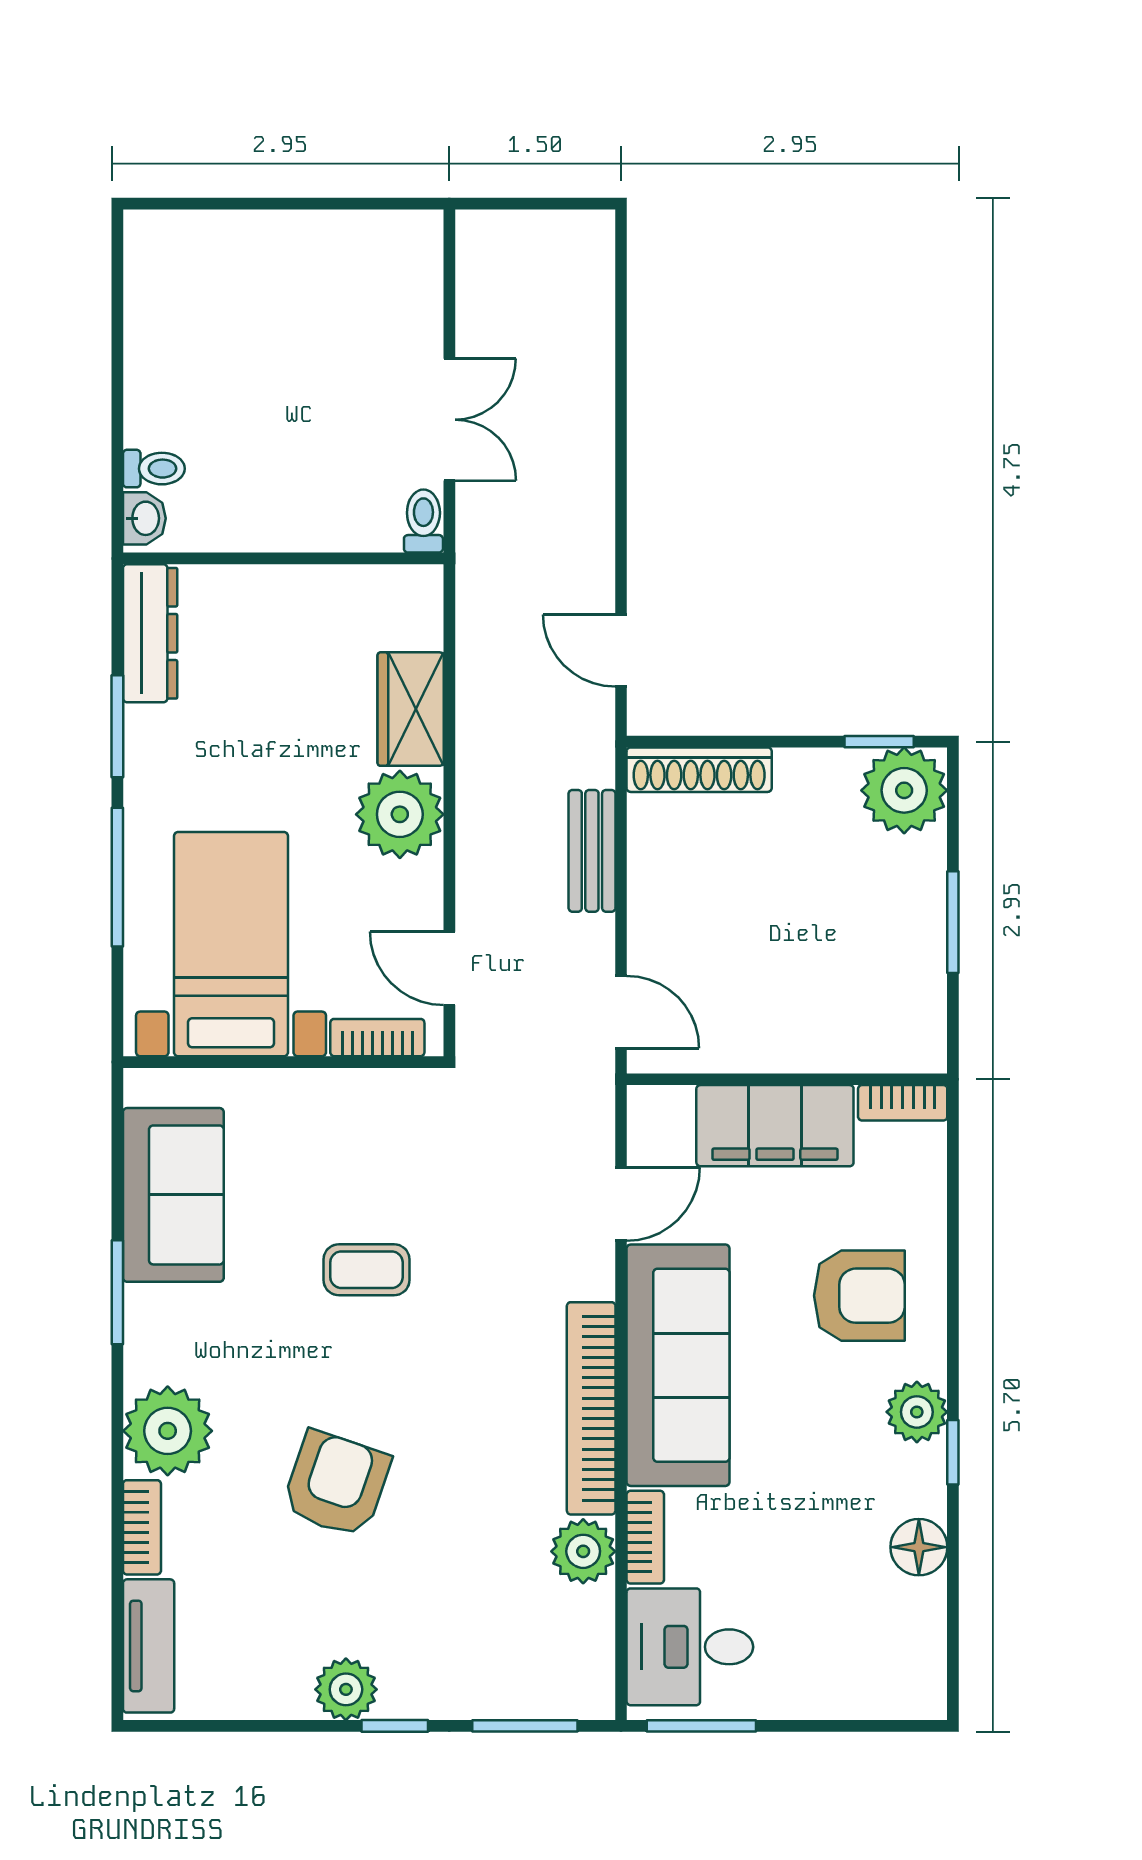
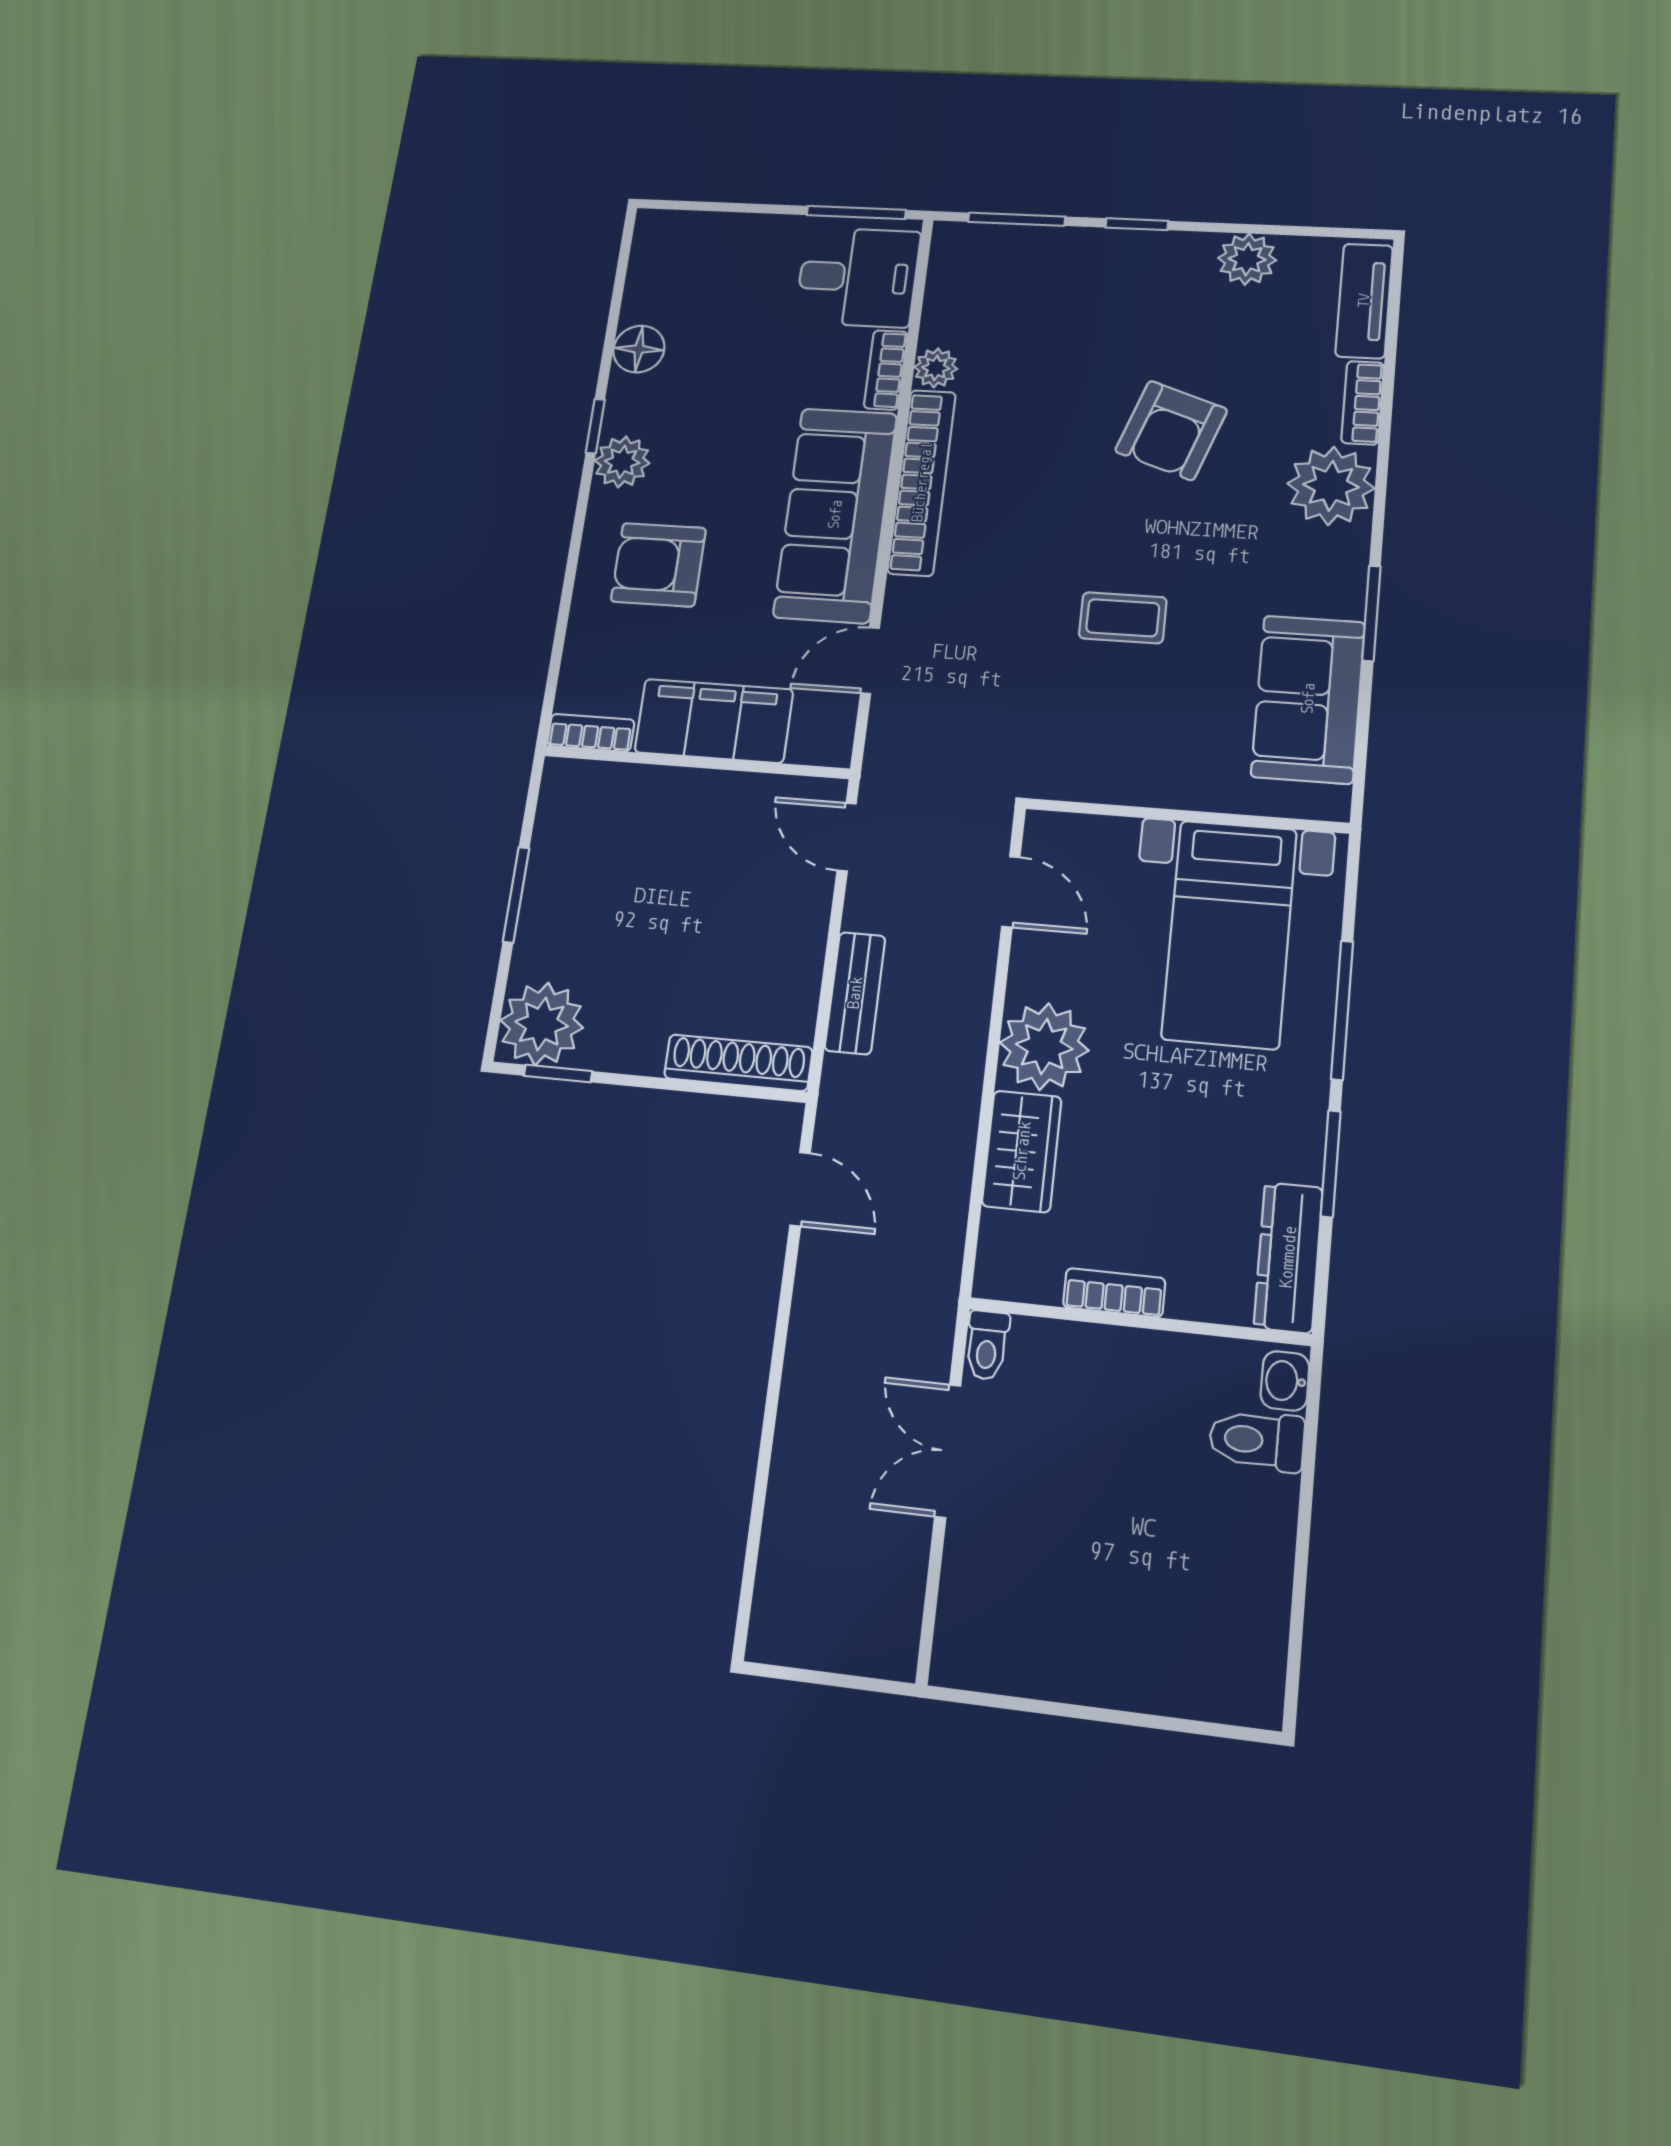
toilet: (154, 469) -> (1257, 1440), width x1.37, depth x1.39
bookcase: (377, 1038) -> (1114, 1293), moved, turned 180
plant: (583, 1551) -> (936, 368), width x0.73, depth x0.73
plant: (346, 1689) -> (1247, 259), moved

